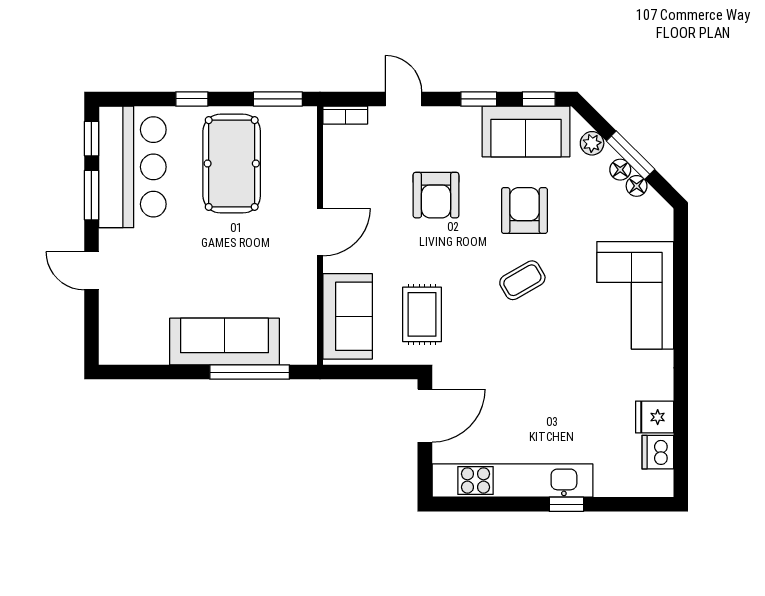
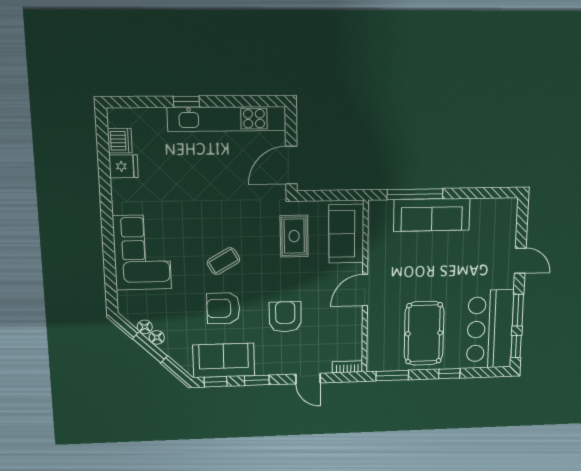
plant: (592, 143) -> (177, 354), removed
armchair: (524, 211) -> (223, 308), turned 90

